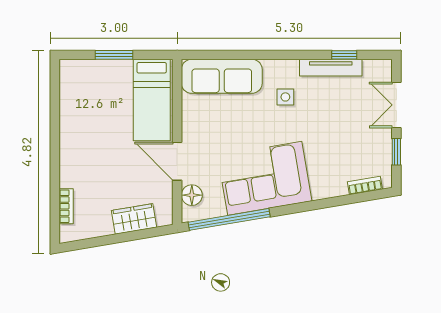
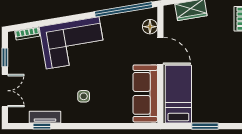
tv unit: (331, 68) -> (45, 117), width x0.71
sofa: (222, 76) -> (145, 93), moved, turned -90
corner sofa: (265, 178) -> (73, 43), moved

